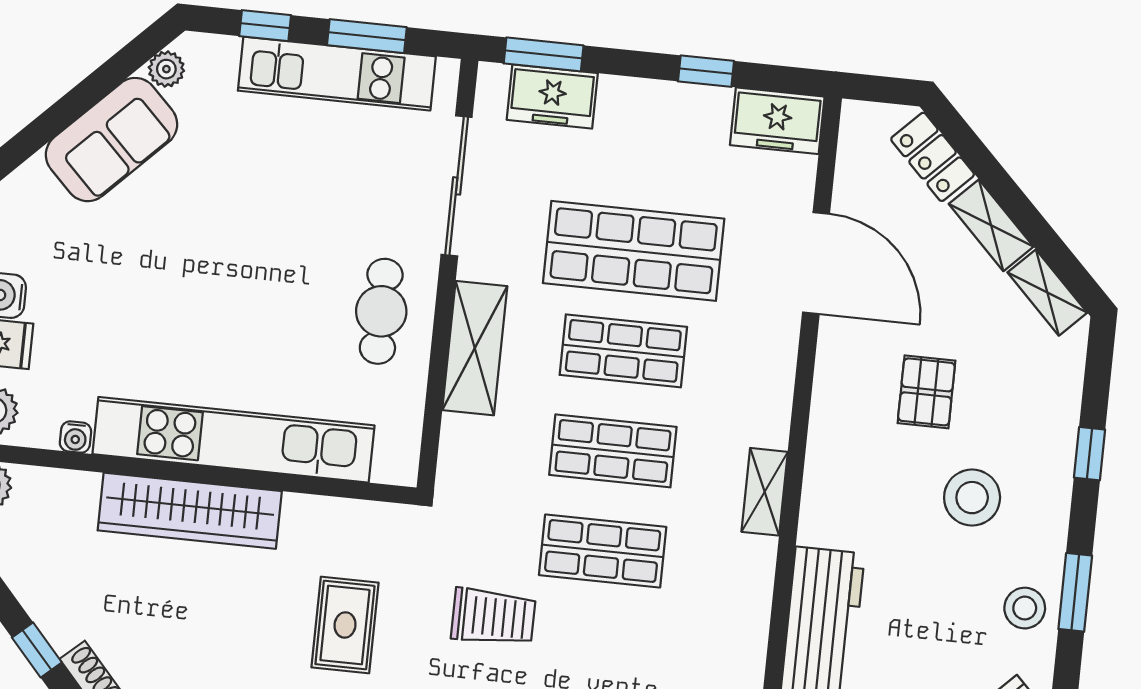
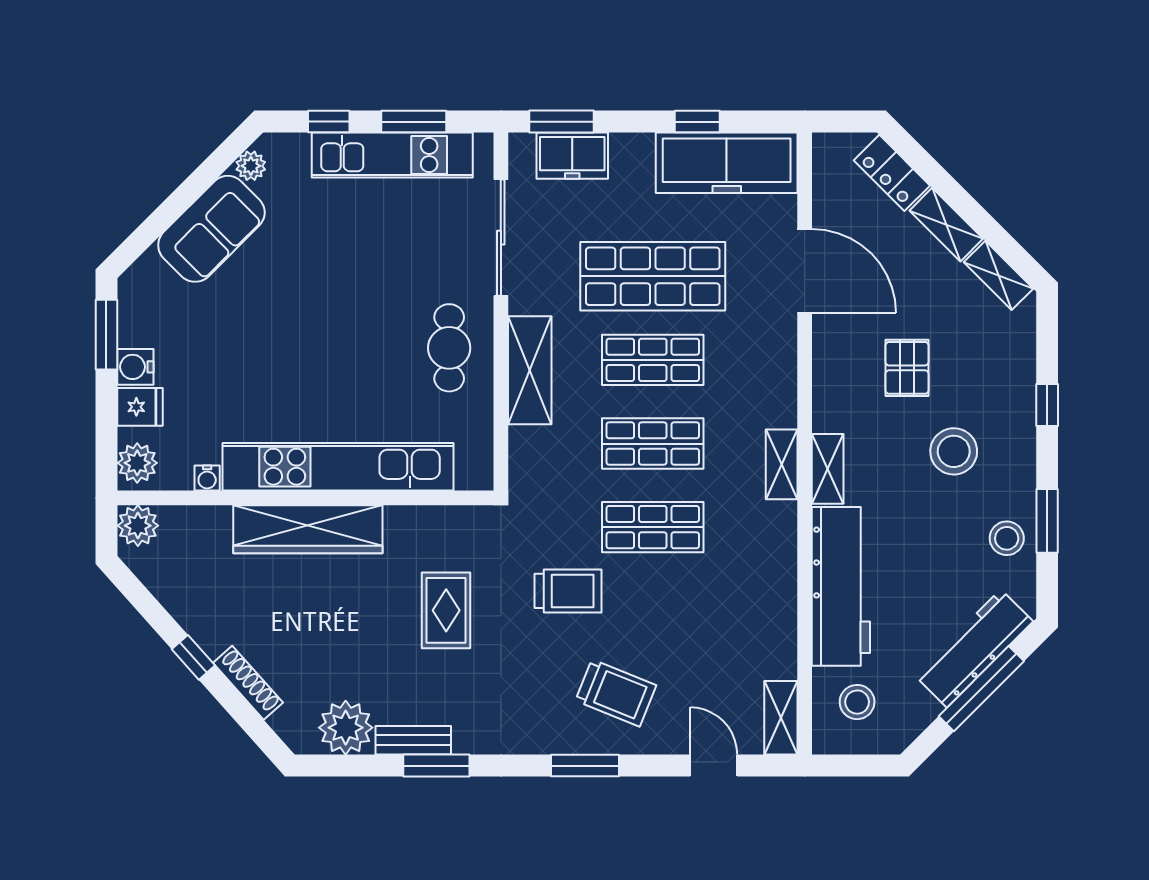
freezer: (777, 121) -> (727, 163), width x1.91, depth x1.26
shelving: (819, 503) -> (828, 469), added

